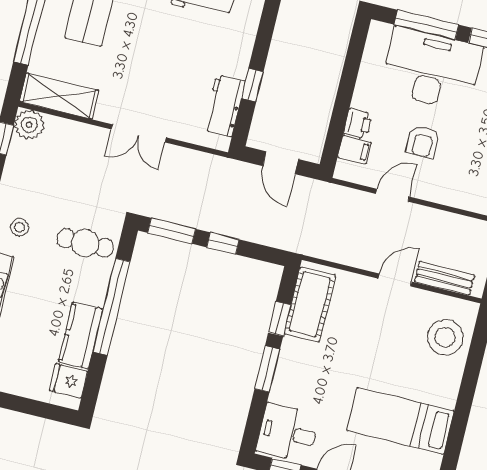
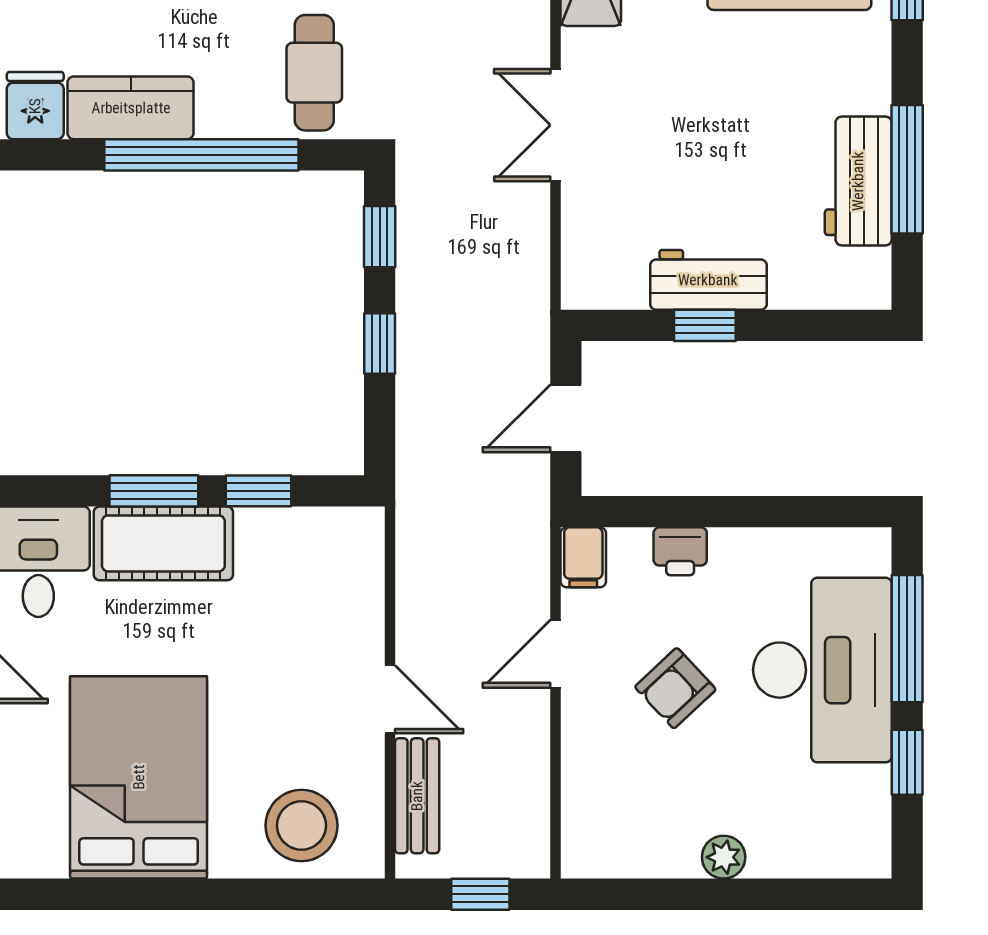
workbench: (224, 106) -> (708, 280), moved
armchair: (423, 142) -> (675, 688), turned -43
filing cabinet: (354, 150) -> (583, 557), moved
door: (392, 195) -> (555, 654), swing flipped
window: (172, 231) -> (380, 237), width x0.67
cot: (310, 304) -> (163, 543), moved
bed: (400, 421) -> (139, 777), width x1.50

